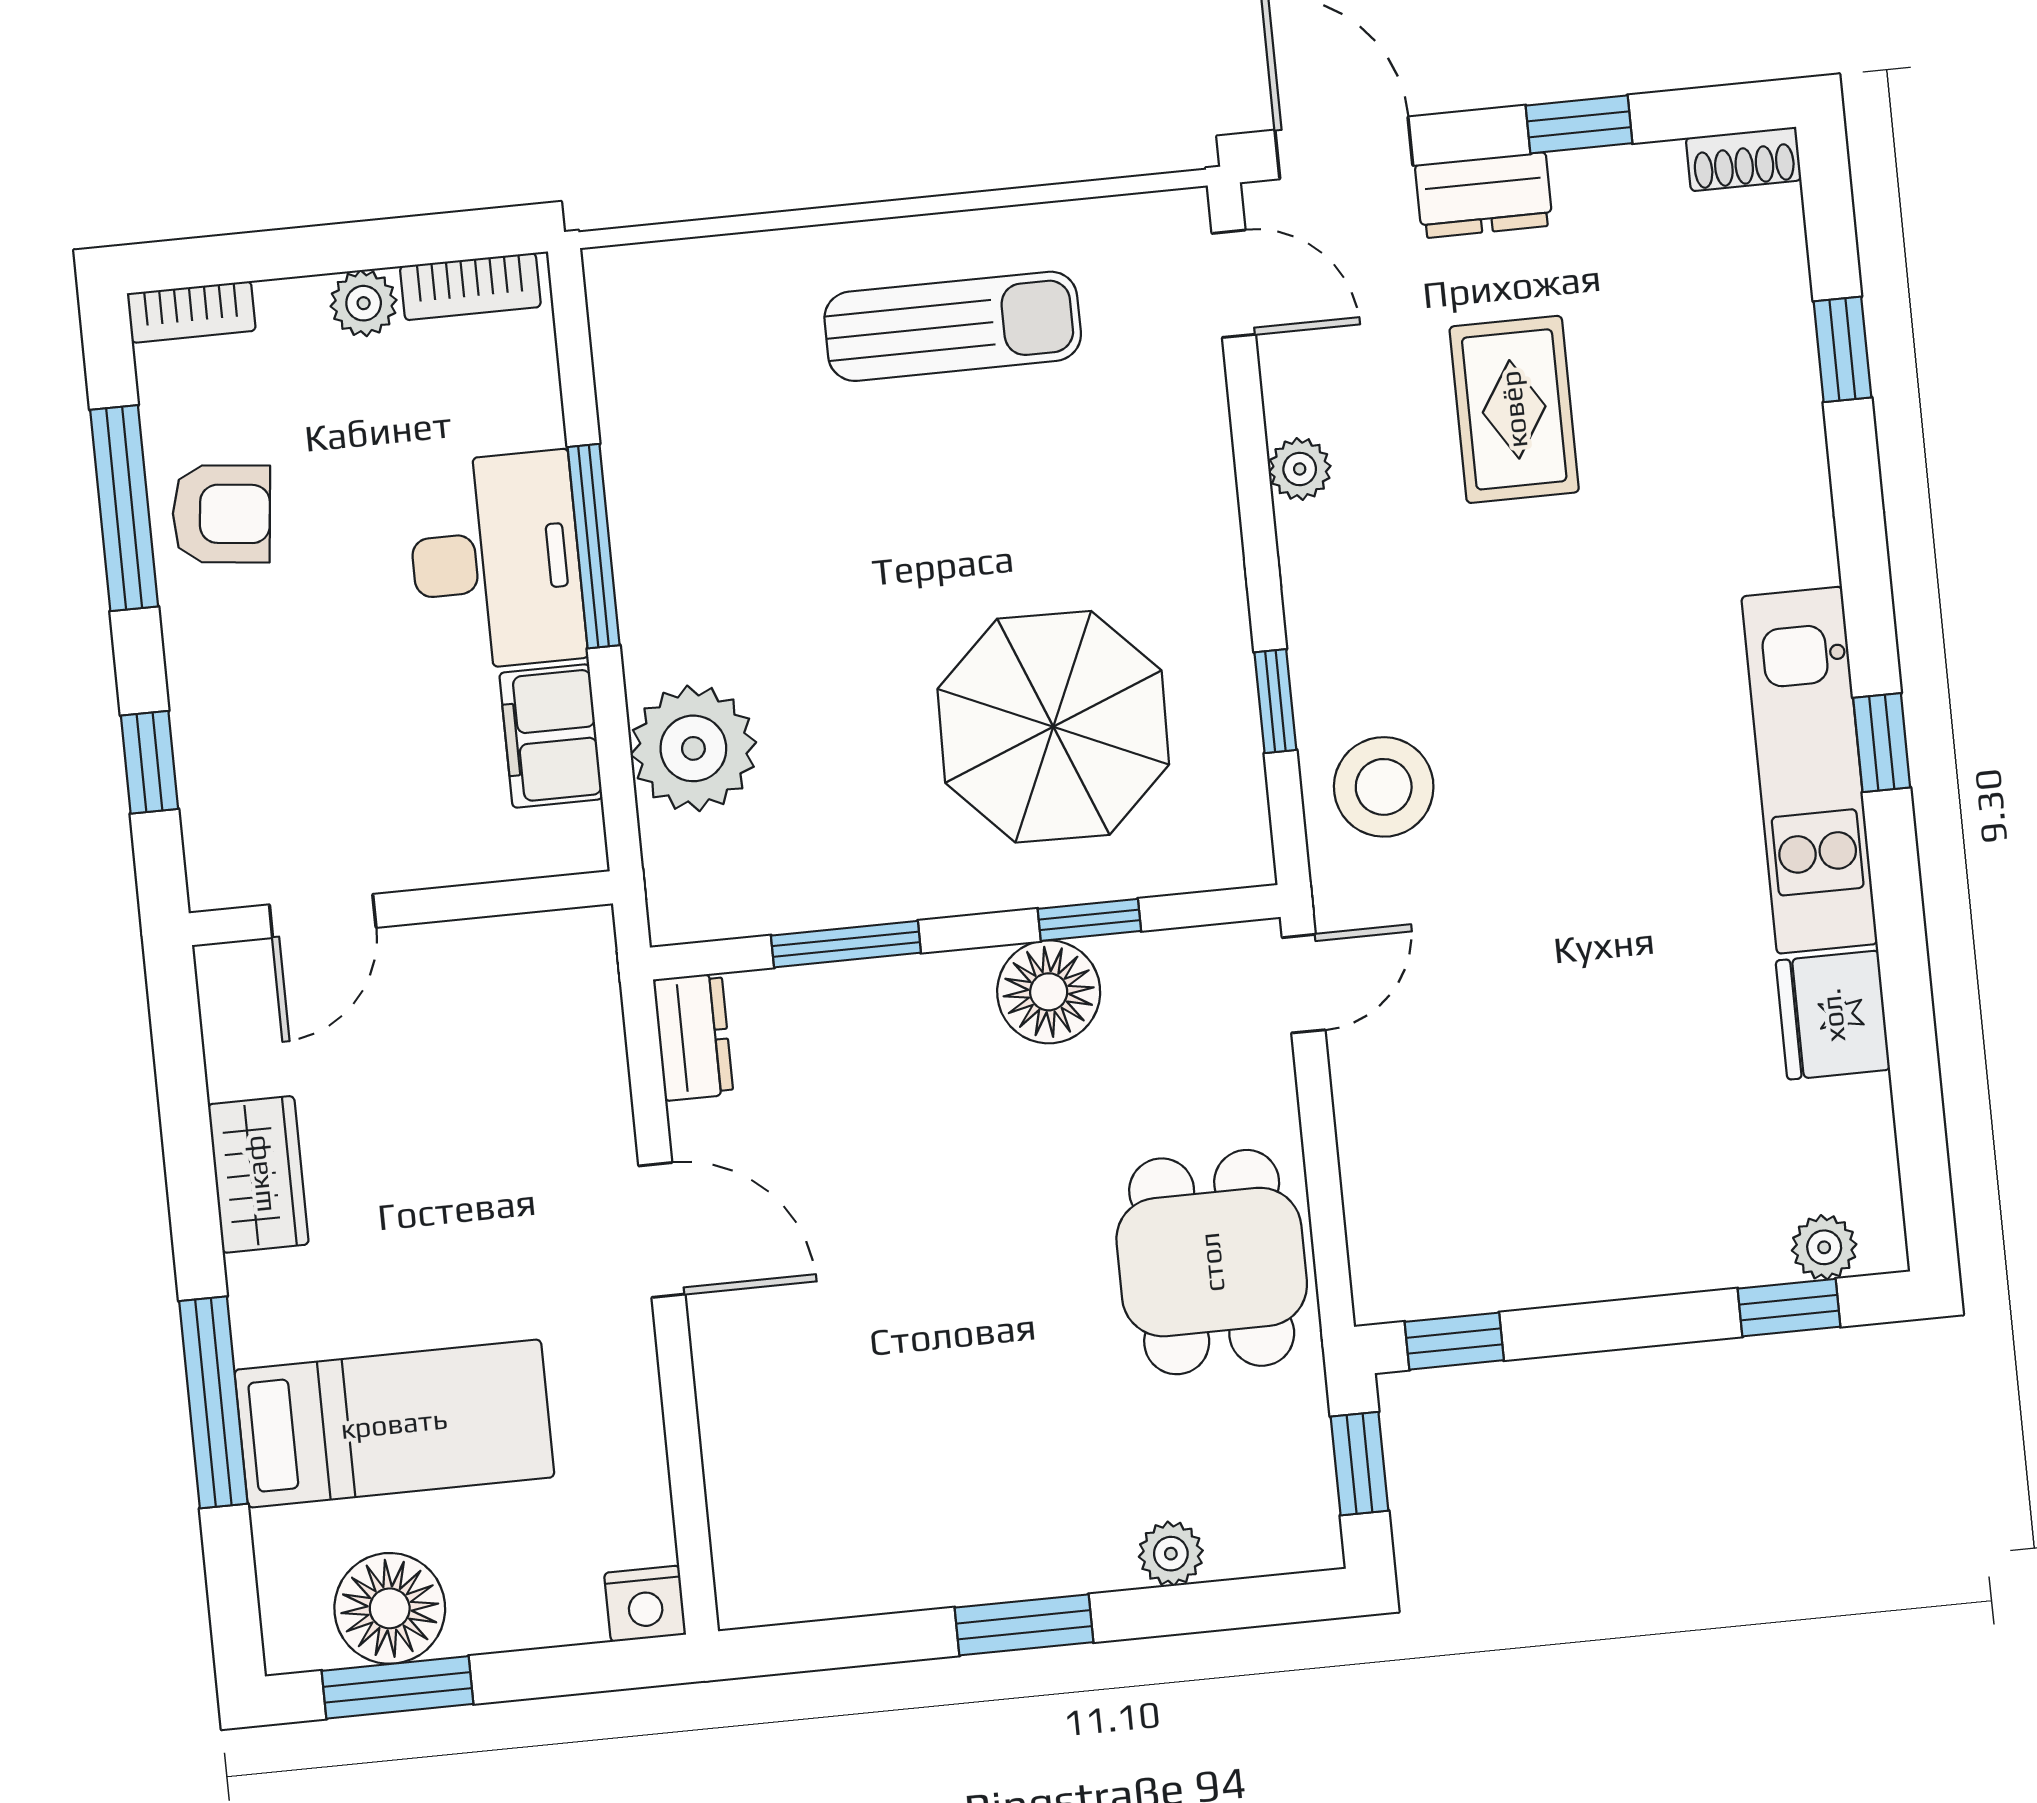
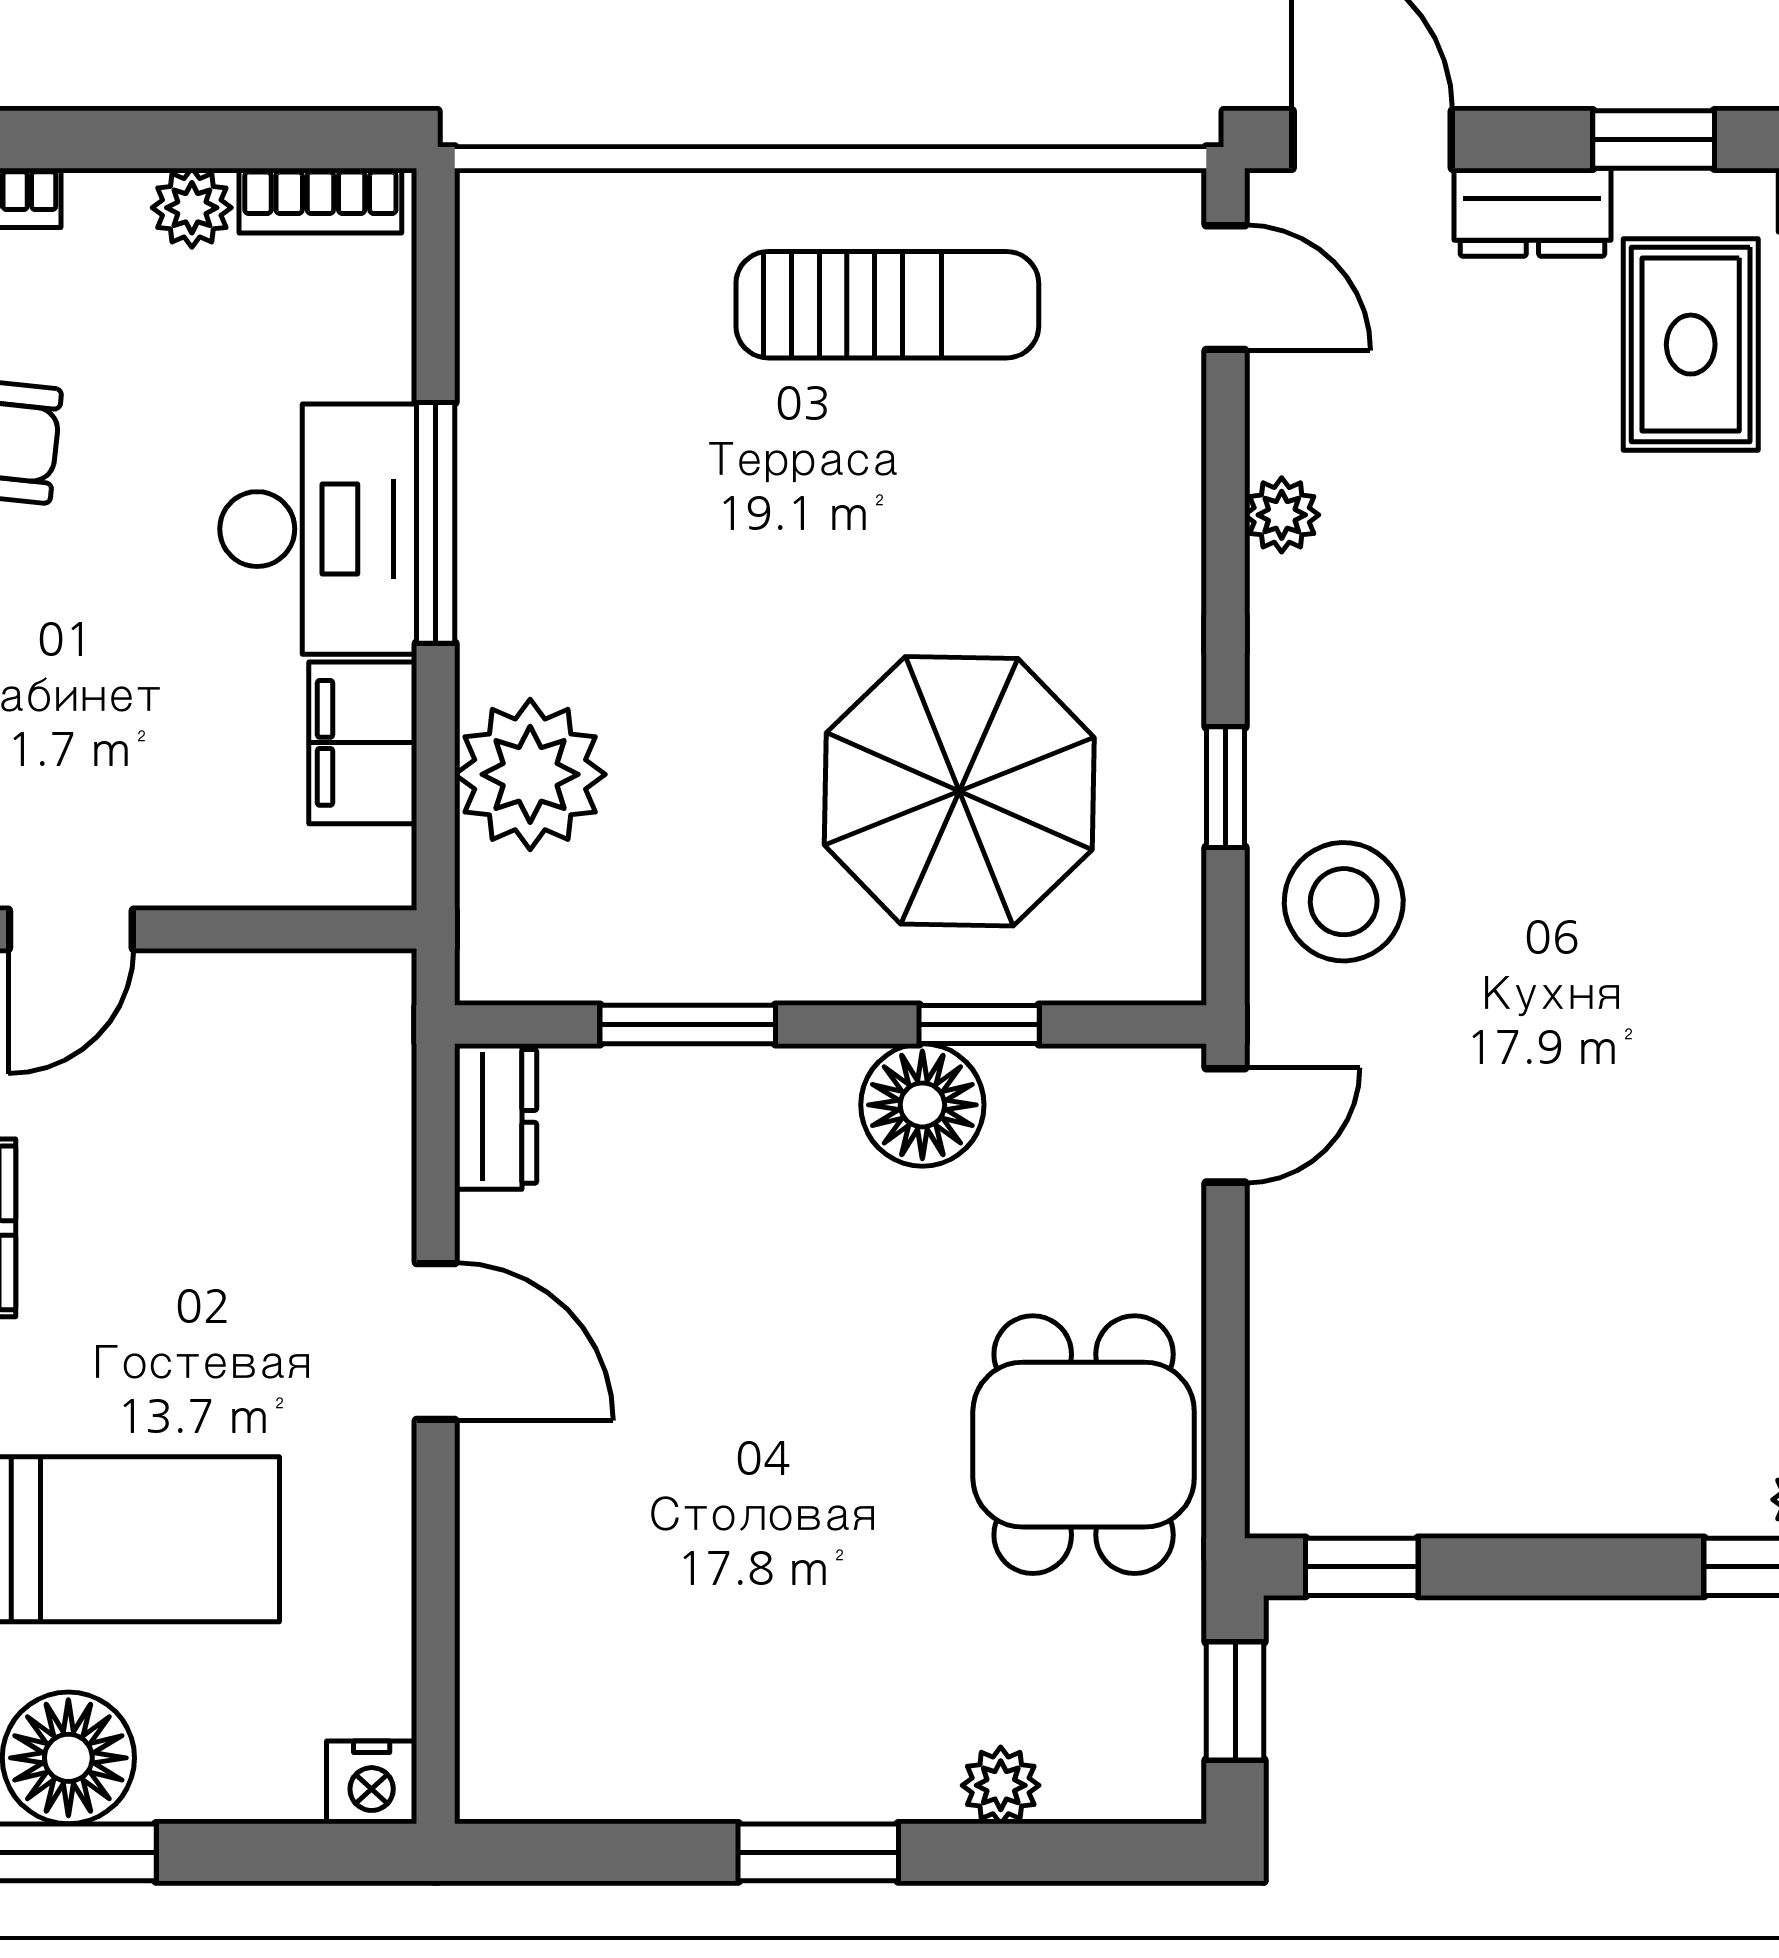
rug: (1514, 409) -> (1691, 345), moved

